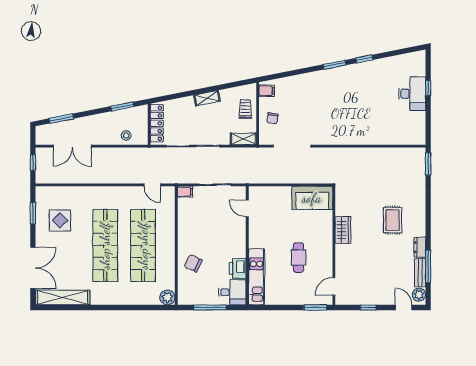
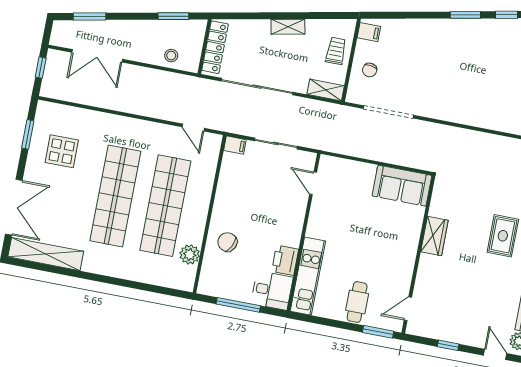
cafe table: (298, 257) -> (357, 302), moved
plant: (167, 297) -> (190, 254), moved

